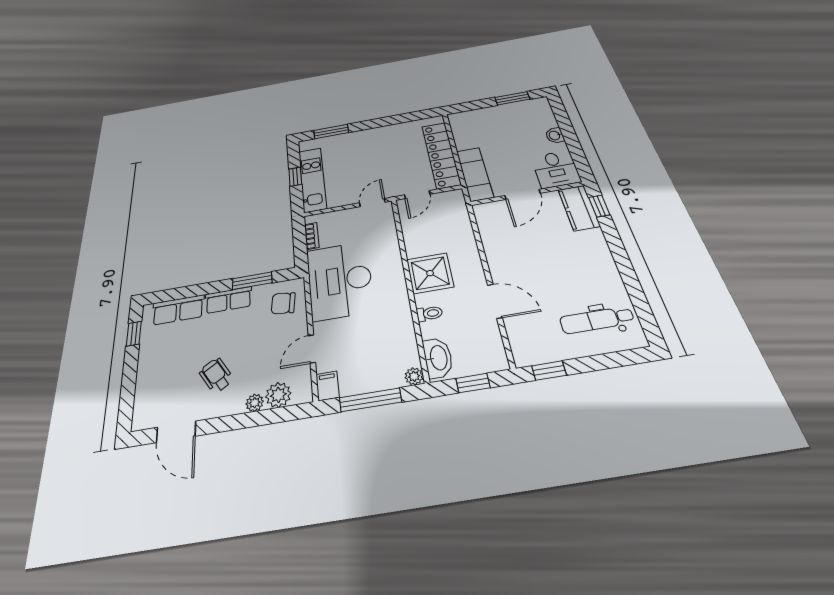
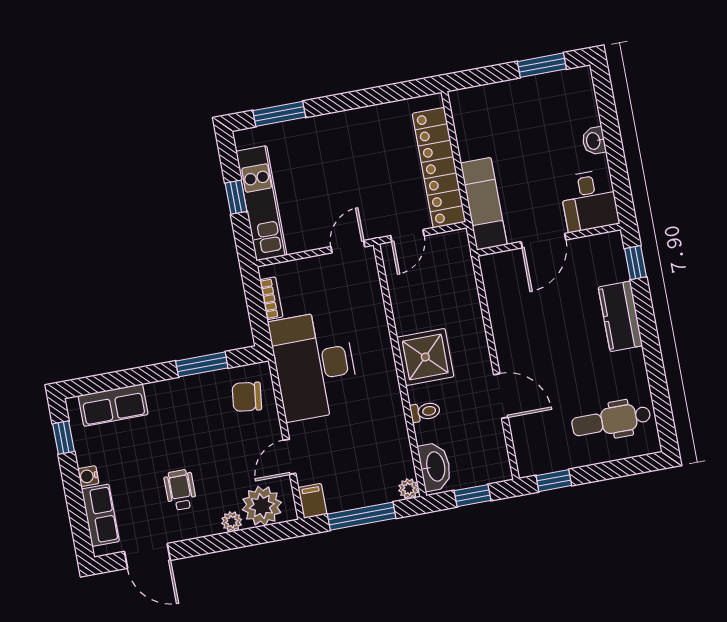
kitchen counter: (579, 208) -> (620, 316), moved
row of seats: (229, 300) -> (100, 515), moved, turned -90
water cooler: (145, 363) -> (88, 476), added
wheelchair: (216, 375) -> (180, 490), turned 32
plant: (278, 395) -> (262, 506), width x1.36, depth x1.36

